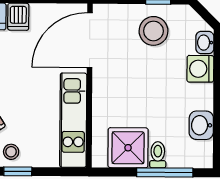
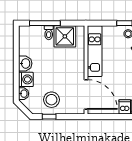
door: (90, 40) -> (86, 94), hinge flipped
washbasin: (201, 125) -> (25, 63), moved

